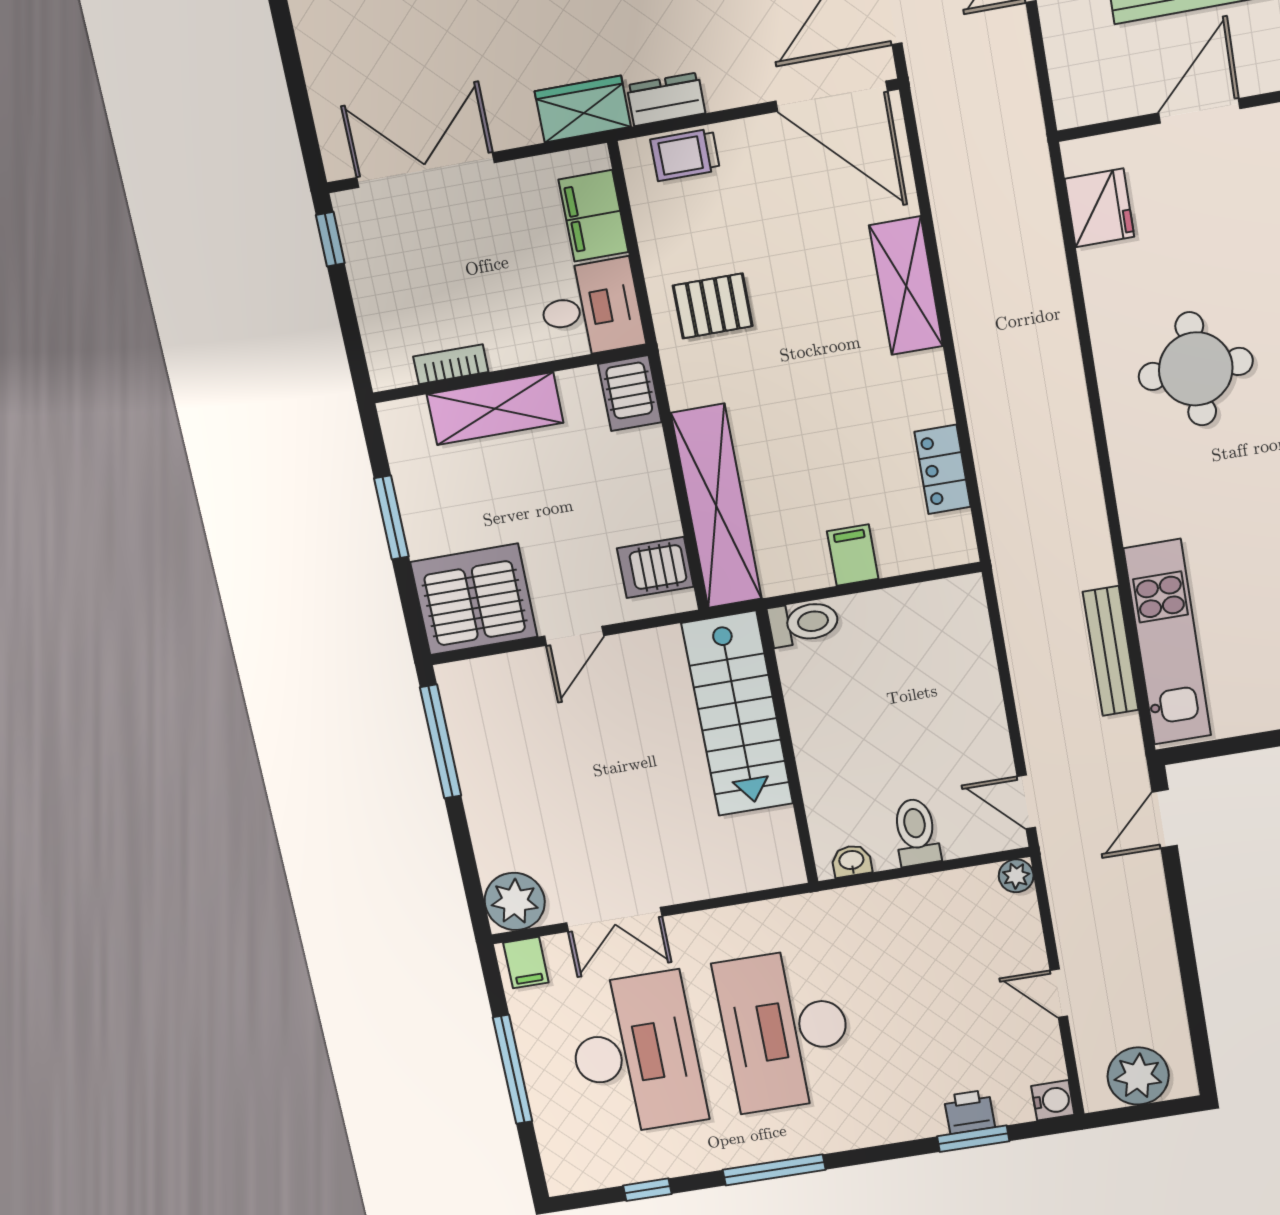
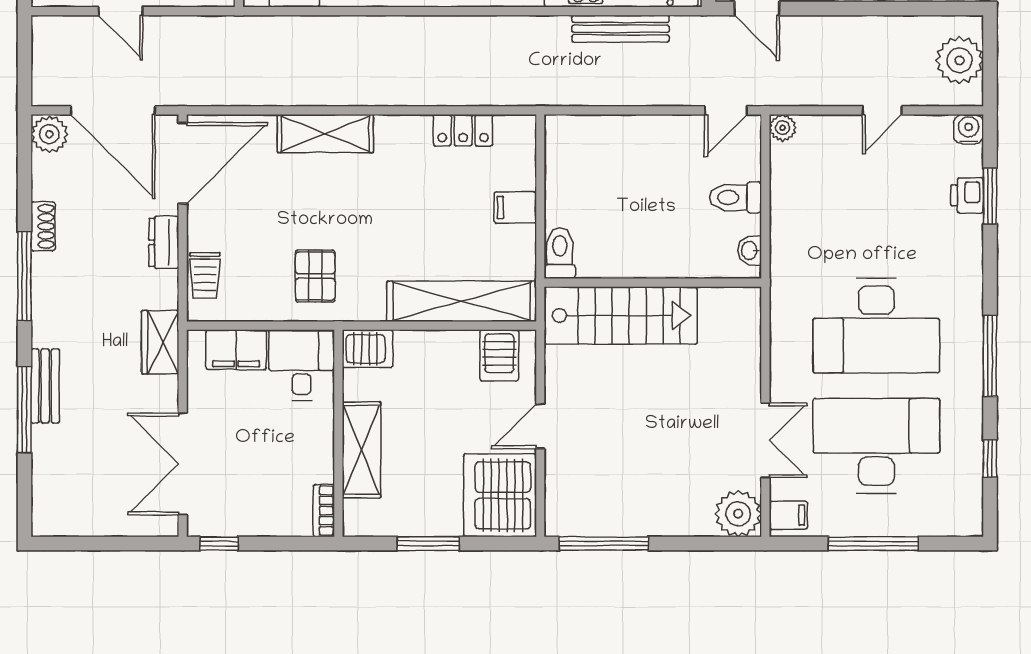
dresser: (666, 99) -> (164, 242), moved
bookcase: (451, 364) -> (324, 511), moved
door: (574, 636) -> (540, 426), swing flipped

